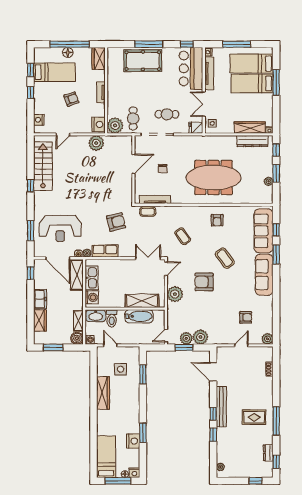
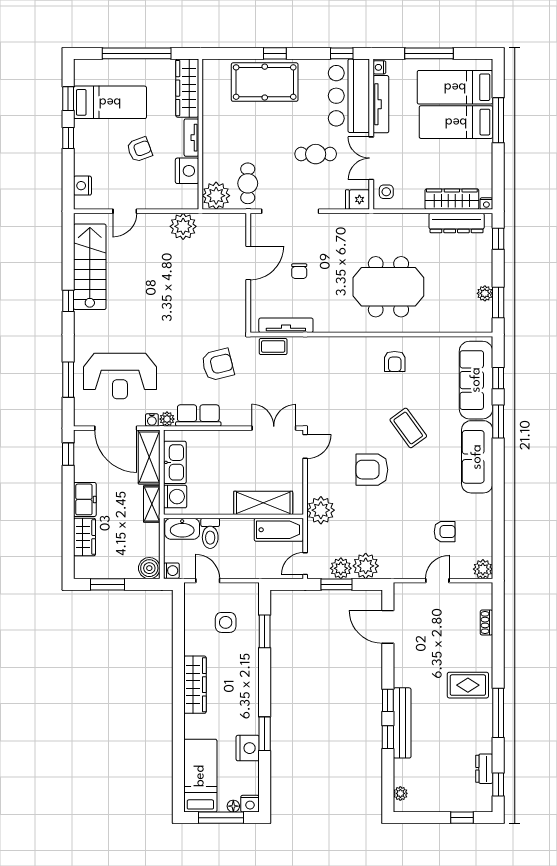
window: (149, 44) -> (275, 53), width x0.46
floor lamp: (68, 52) -> (133, 68), removed
wardrobe: (99, 58) -> (187, 88), width x1.50
cafe table: (167, 114) -> (316, 154), moved
nightstand: (98, 124) -> (187, 171), moved
window: (276, 173) -> (498, 303), moved
meeting table: (214, 178) -> (388, 287), width x0.73
coffee table: (183, 236) -> (334, 390), removed
plant: (175, 294) -> (321, 510), moved
bathtub: (139, 316) -> (279, 530), moved
shelving: (78, 321) -> (152, 504), moved
wardrobe: (103, 393) -> (195, 685), moved
bench: (221, 407) -> (402, 723), moved
rug: (254, 417) -> (468, 685), moved

